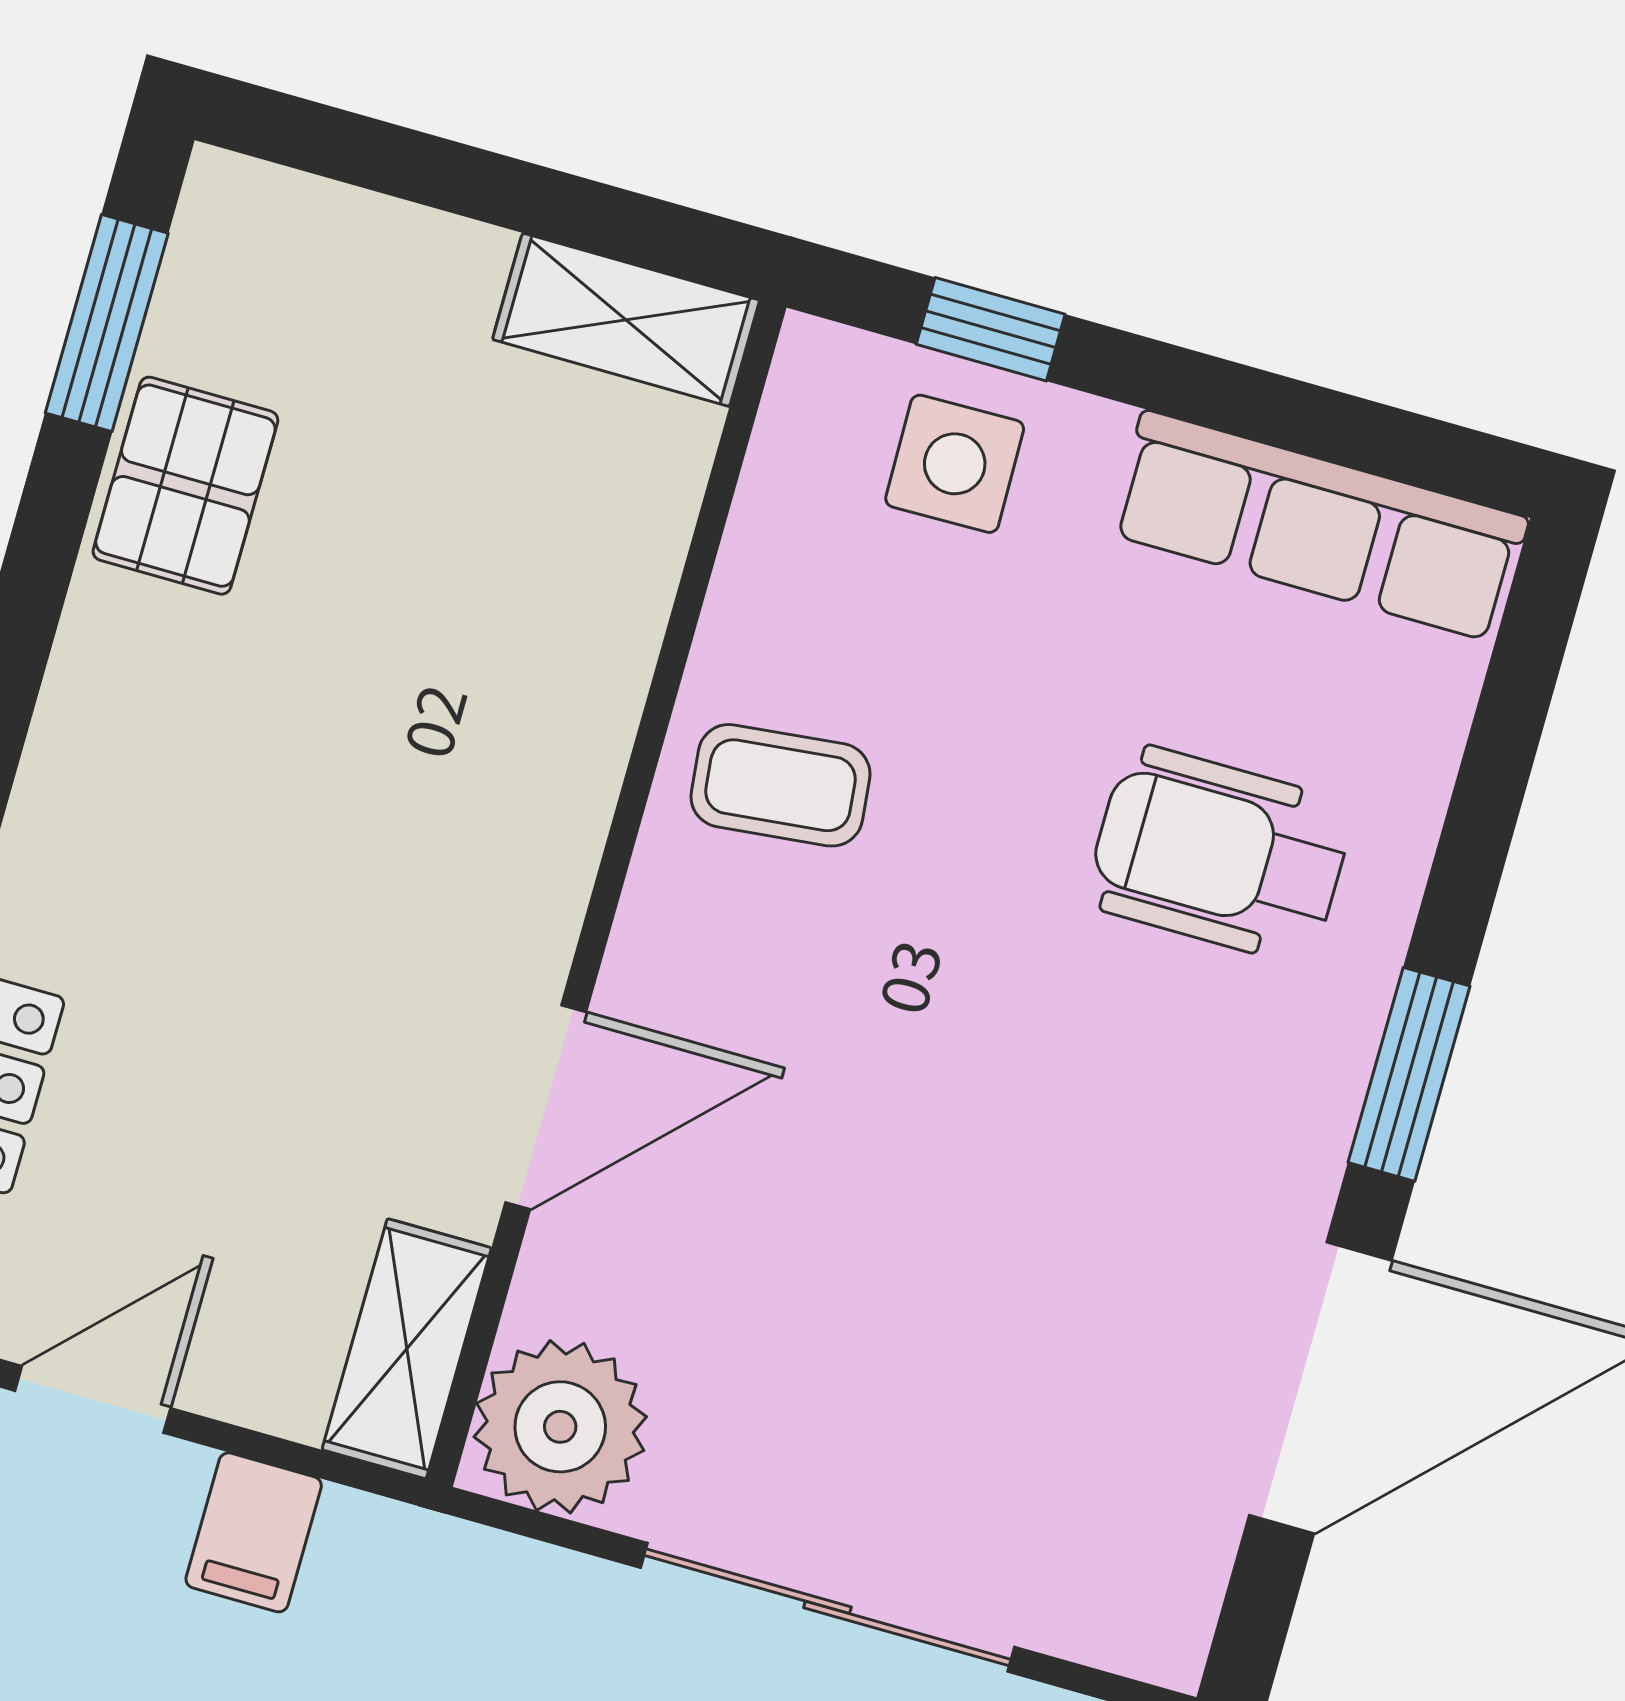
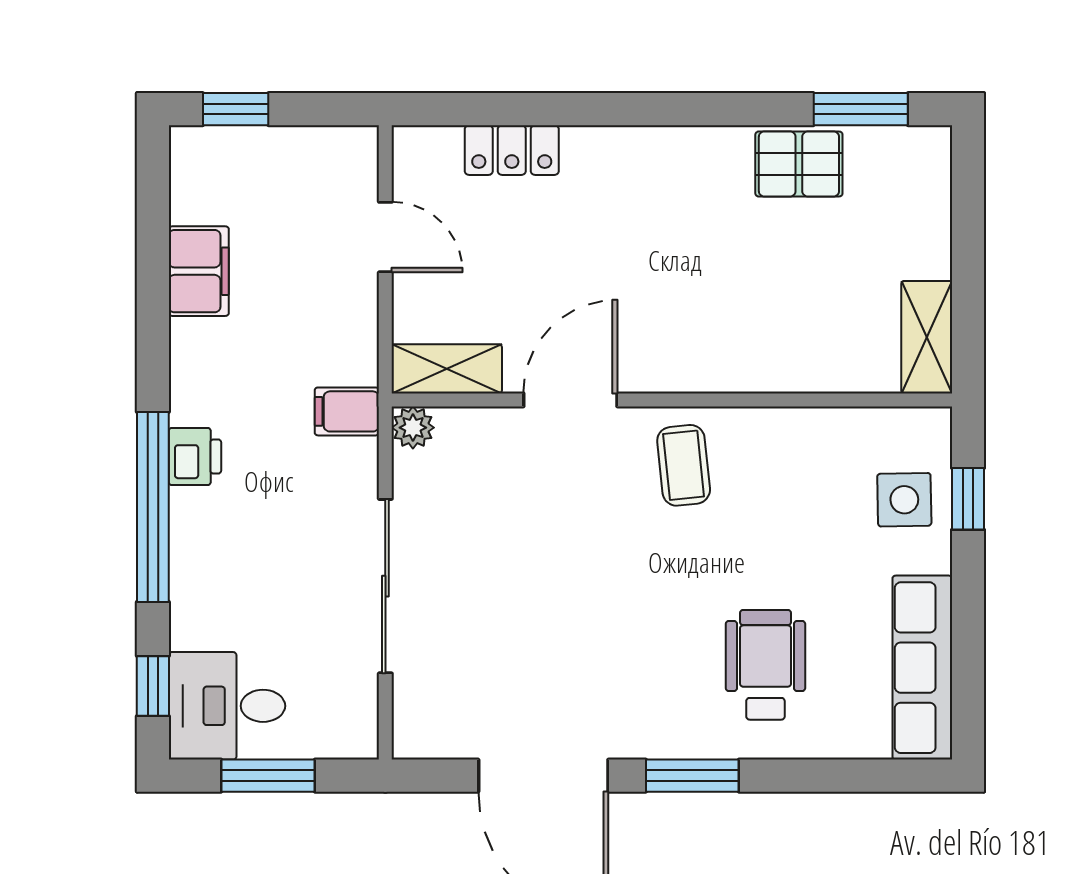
coffee table: (780, 785) -> (684, 465), moved
door: (546, 1107) -> (570, 400), swing flipped
plant: (560, 1427) -> (413, 428), width x0.53, depth x0.53
filing cabinet: (254, 1532) -> (347, 411), moved

